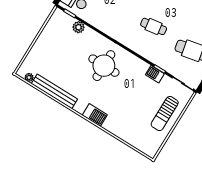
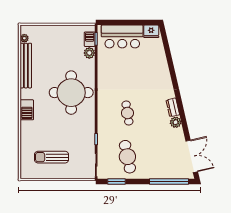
round table: (104, 66) -> (71, 93), width x1.36, depth x1.36
barbecue: (155, 74) -> (90, 39), moved
sun lounger: (165, 114) -> (52, 157), moved

